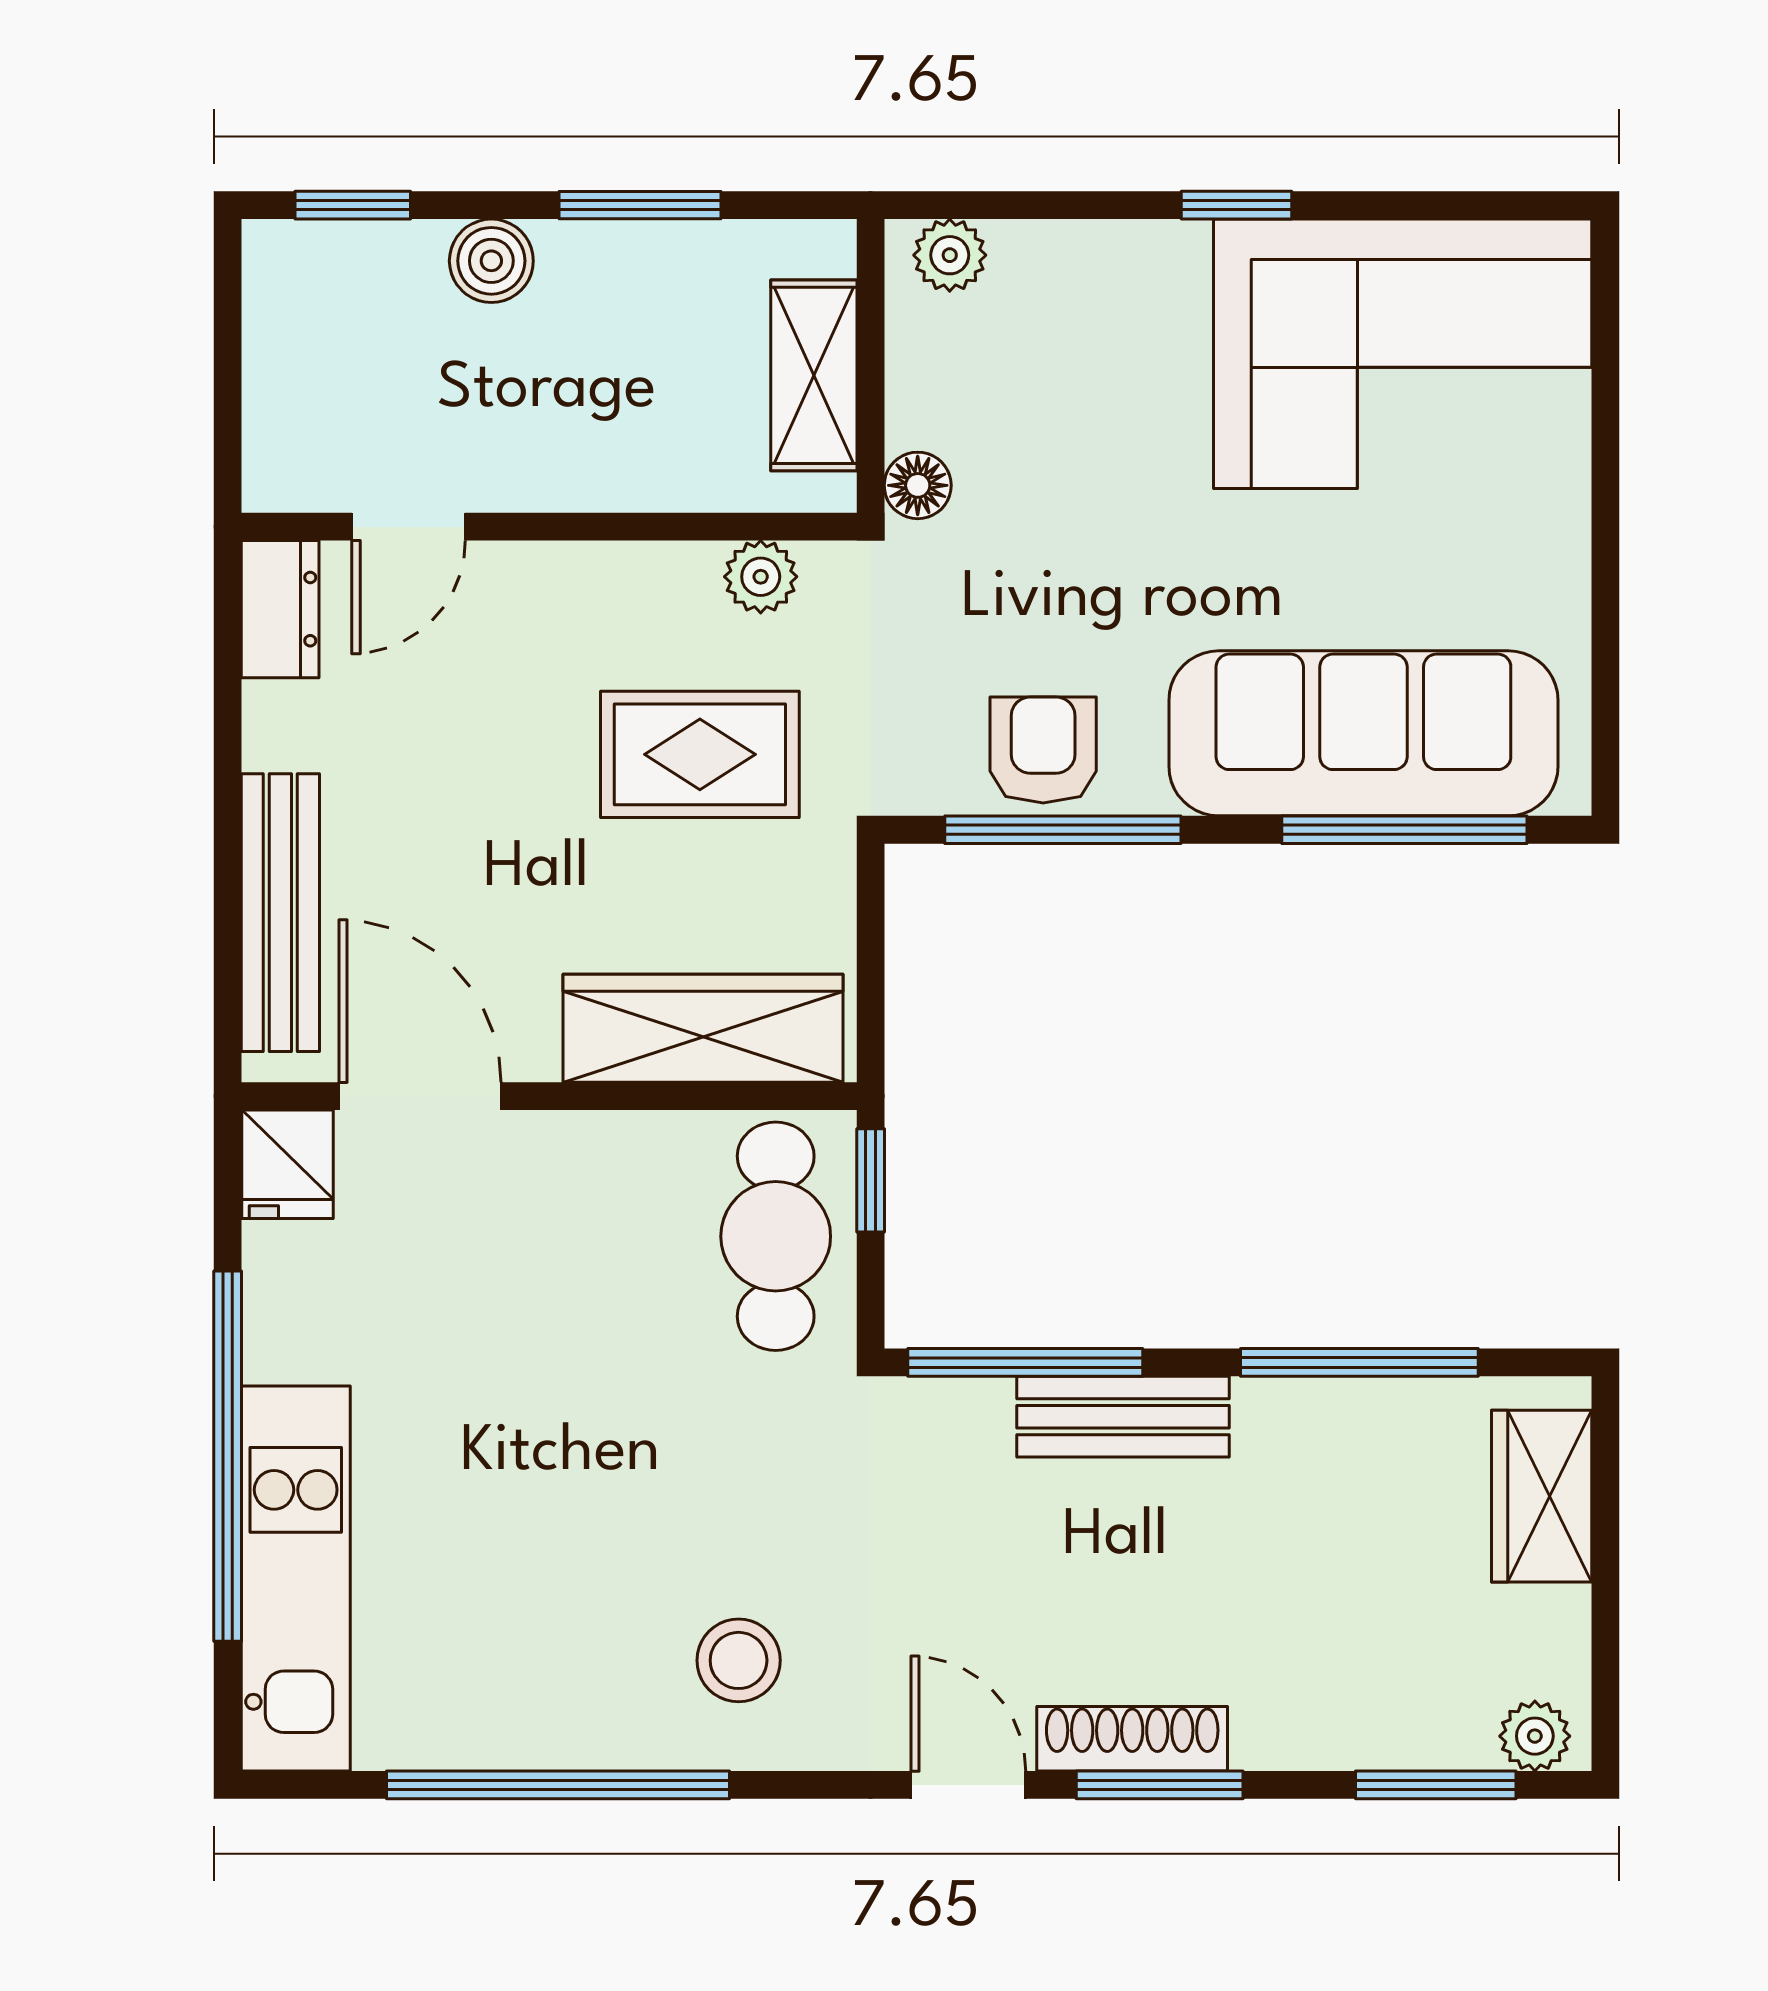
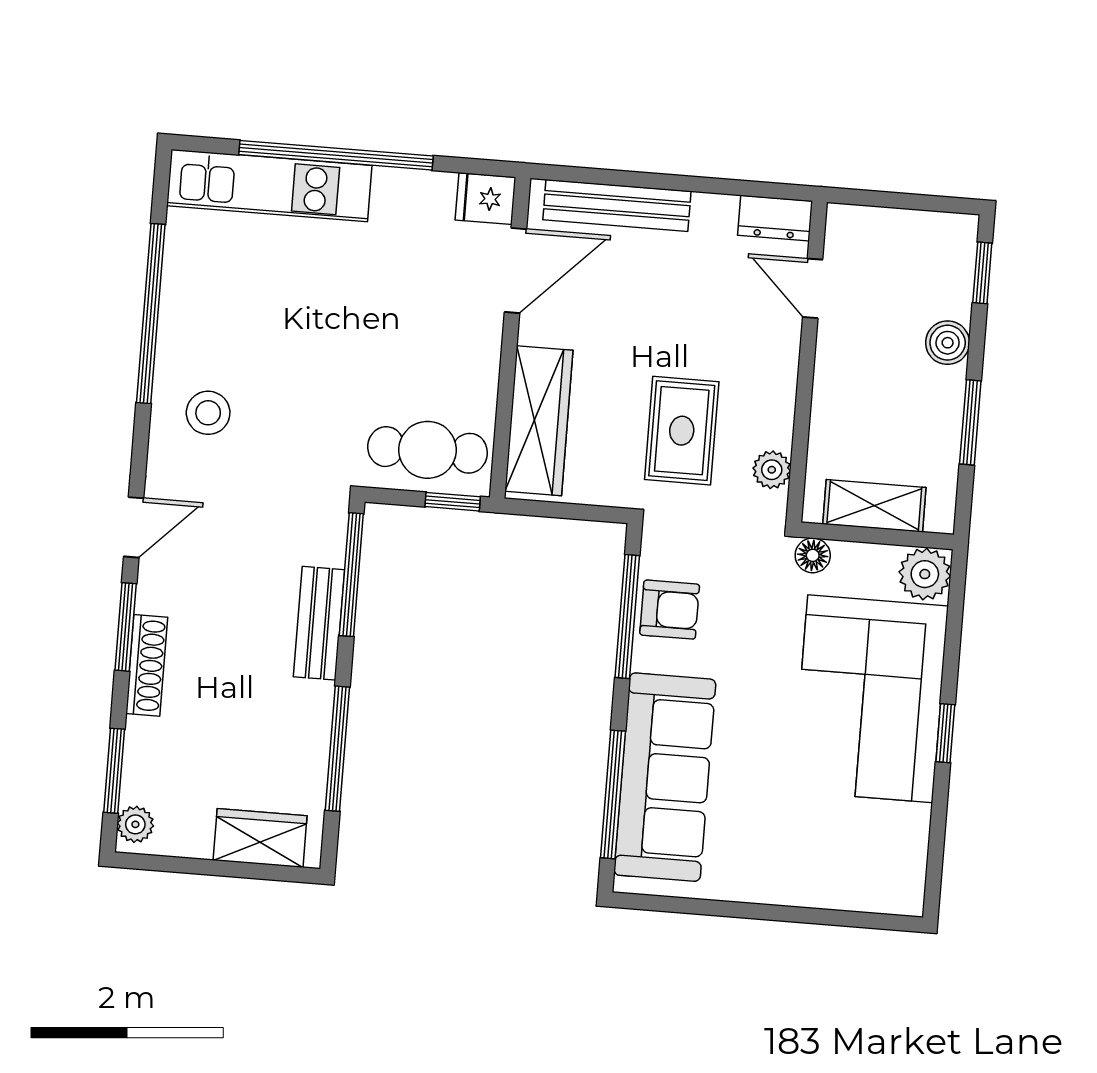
plant: (950, 255) -> (925, 574), width x1.38, depth x1.38
corner sofa: (1403, 354) -> (870, 699), moved
shoe rack: (1132, 1739) -> (147, 665), moved

